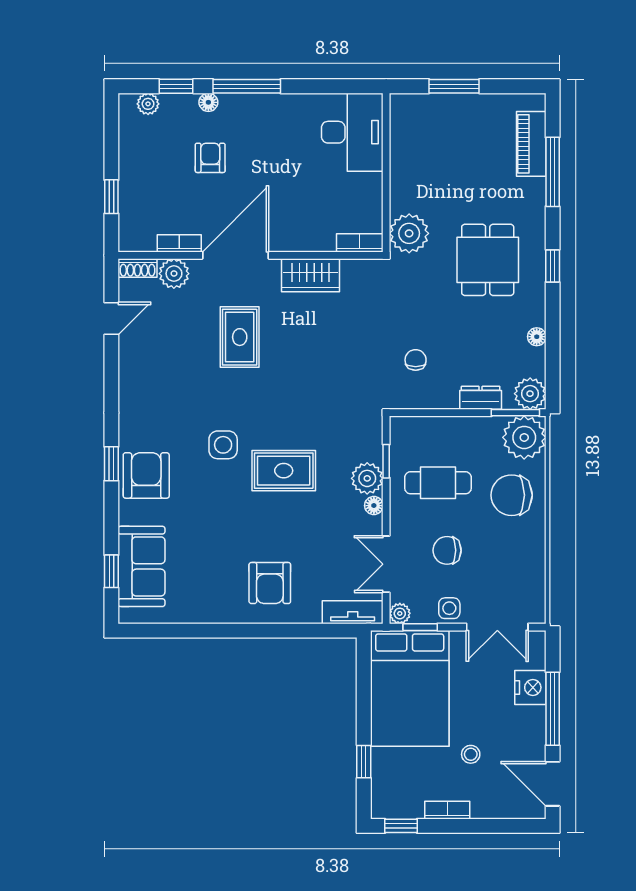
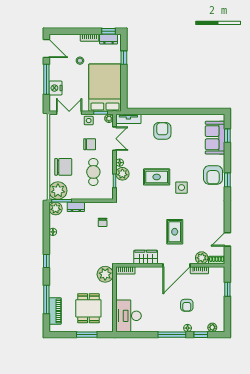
dining table: (488, 260) -> (88, 308), moved
cafe table: (438, 483) -> (93, 172), turned 90
dresser: (401, 807) -> (109, 39), added

